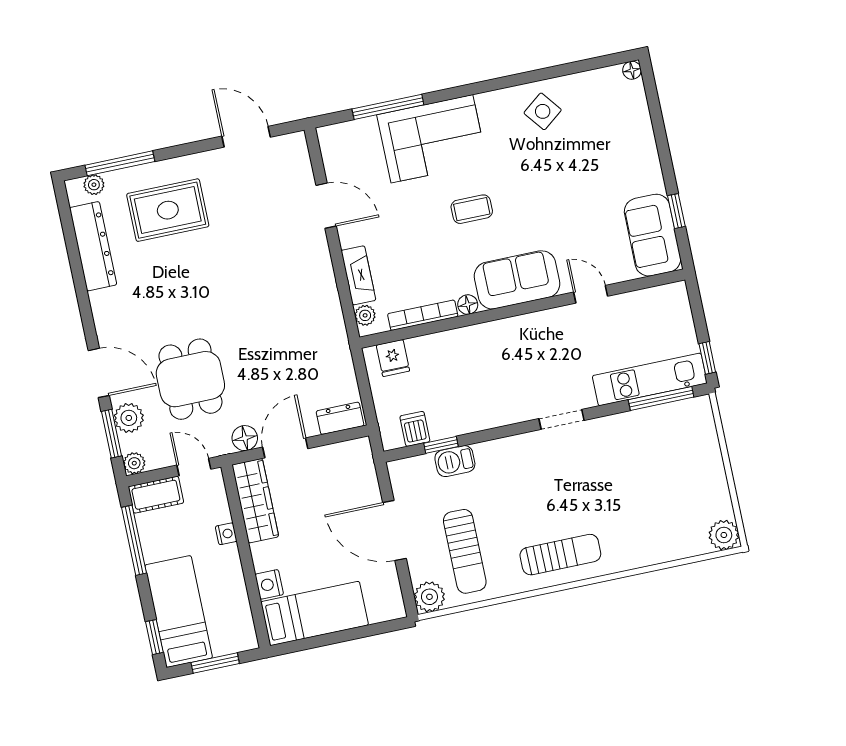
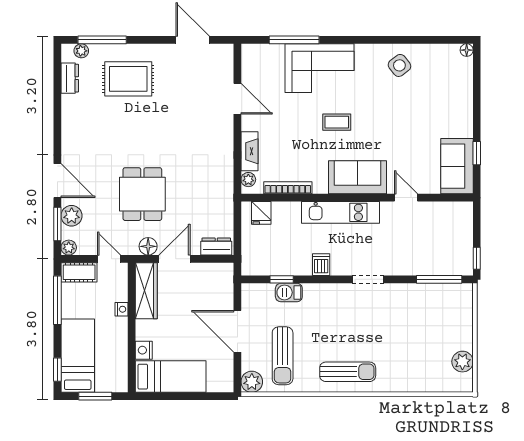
dresser: (93, 246) -> (70, 78), width x0.51, depth x0.80
floor lamp: (468, 305) -> (320, 187), removed
dining table: (190, 379) -> (142, 194), moved
kitchen unit: (650, 379) -> (341, 212), moved, turned 180
dishwasher: (415, 429) -> (321, 265), moved
plant: (724, 535) -> (462, 362), moved

